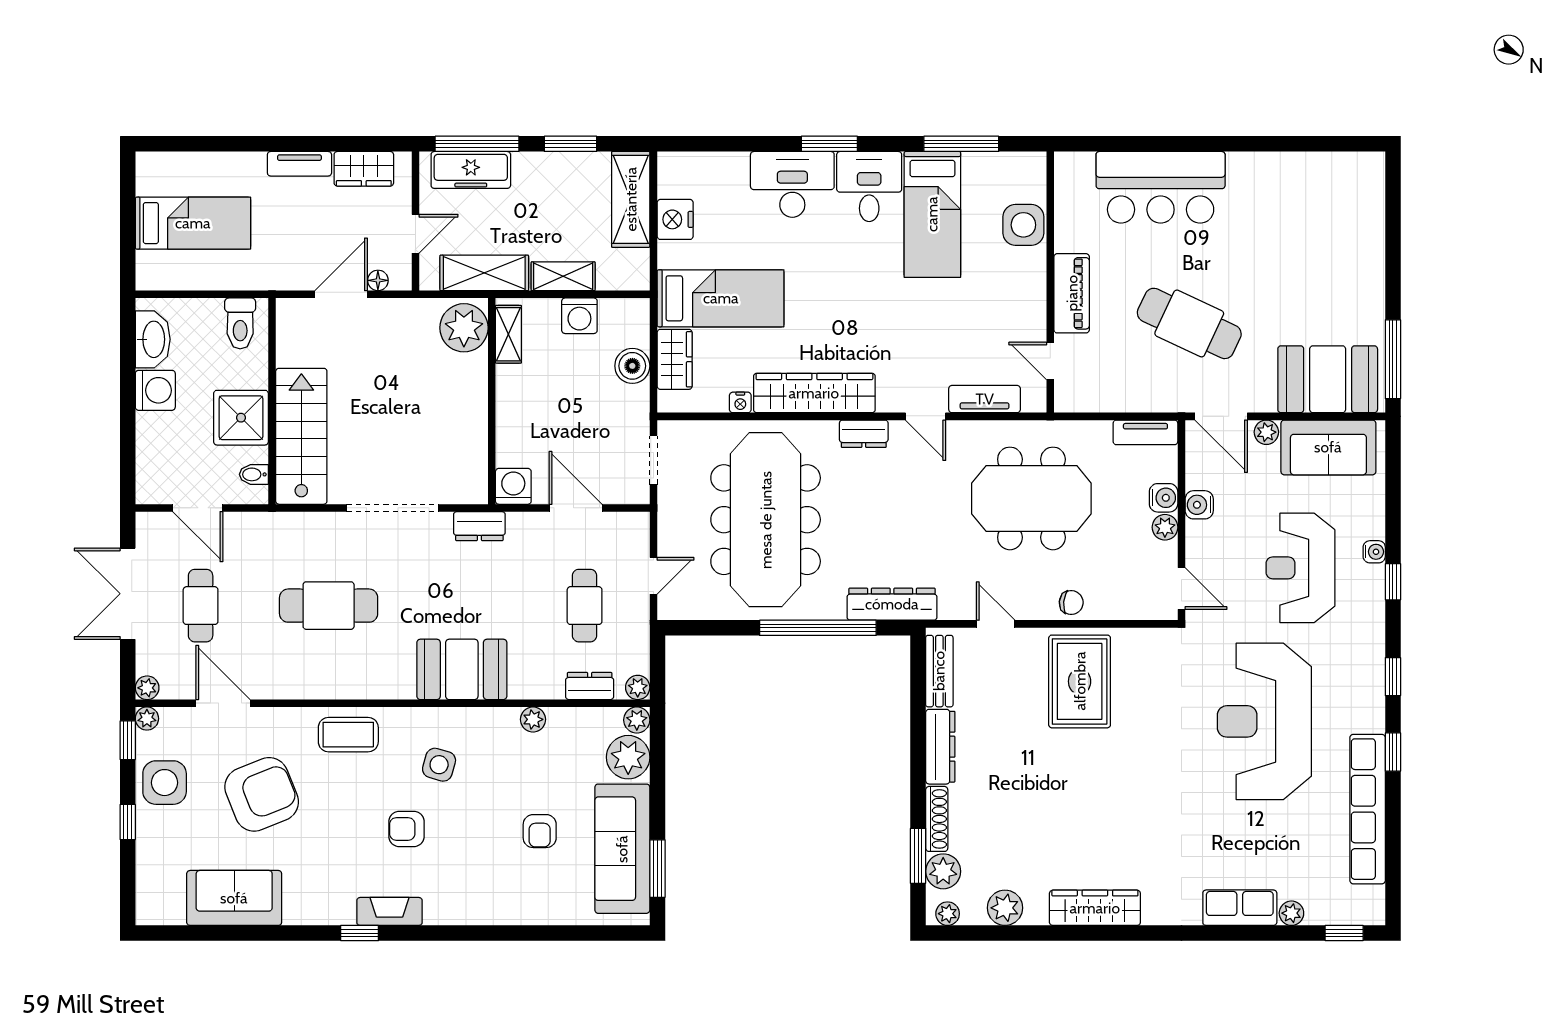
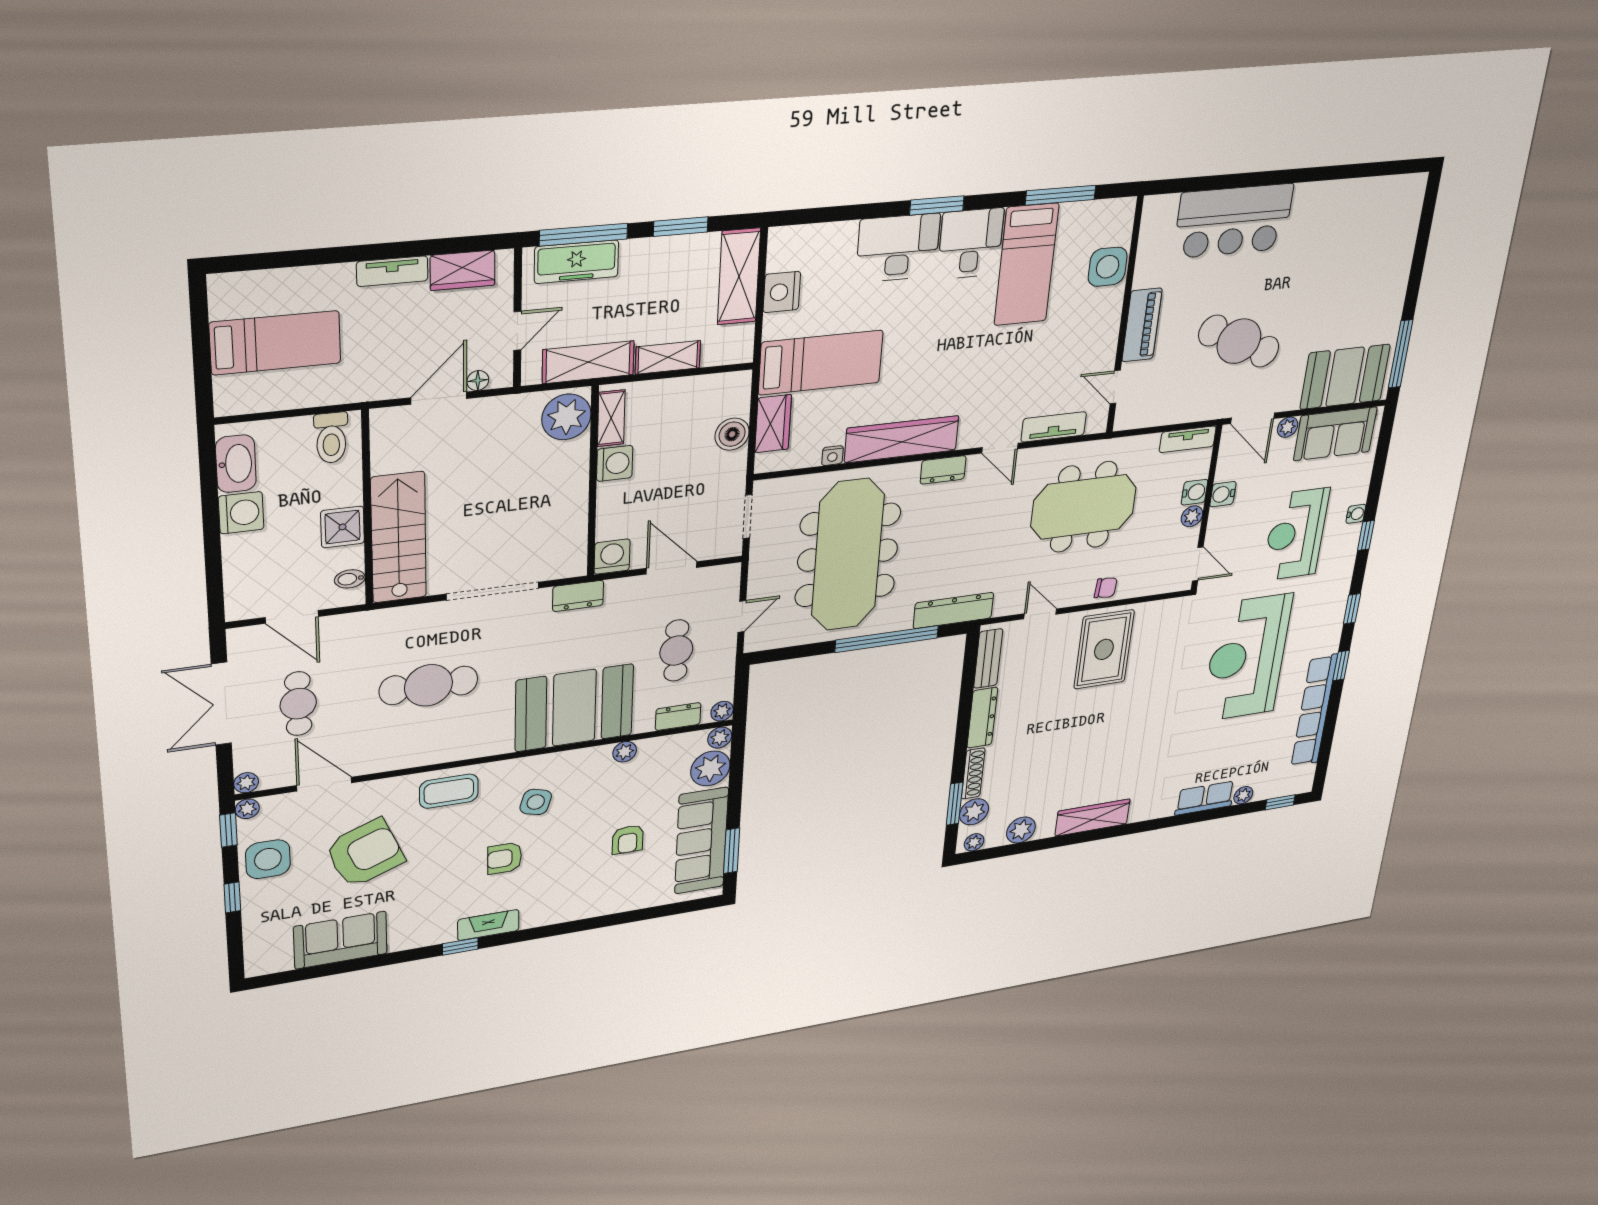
washing machine: (579, 316) -> (615, 463), moved, turned -90
shower: (241, 418) -> (342, 527), width x0.73, depth x0.73
booth: (462, 669) -> (574, 708), width x1.36, depth x1.42

